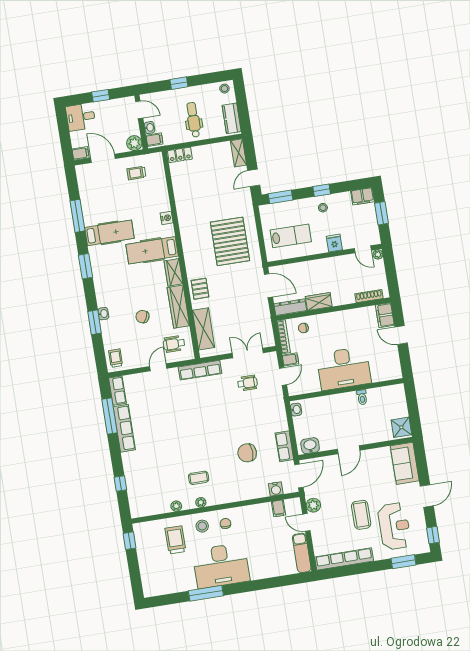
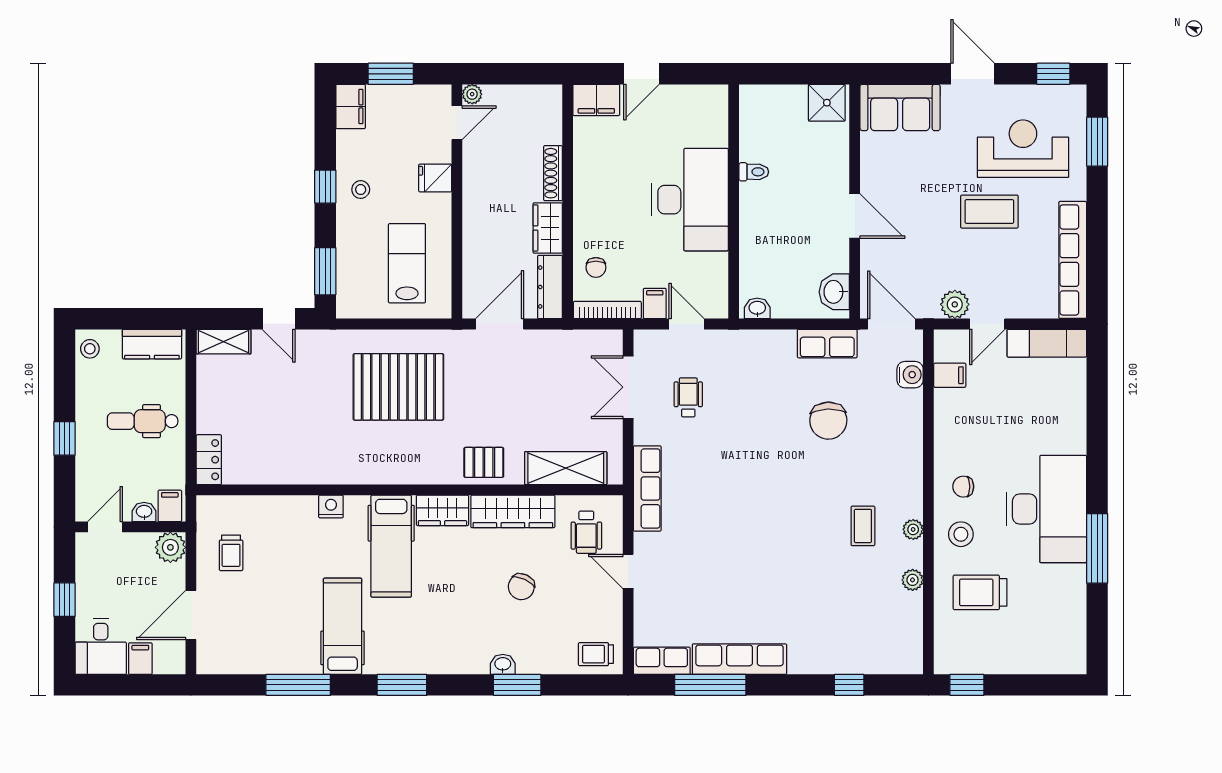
filing cabinet: (81, 153) -> (140, 659), moved
shoe rack: (369, 296) -> (553, 173), moved

